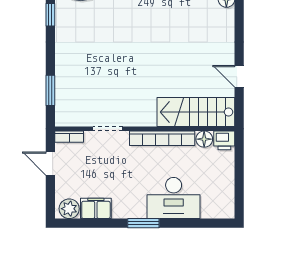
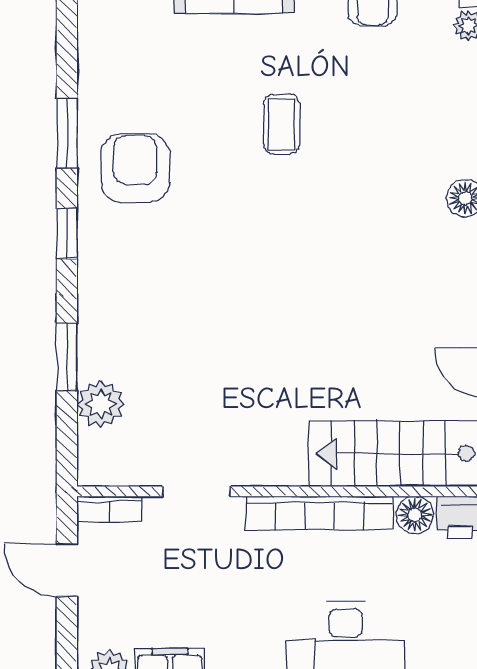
window: (50, 90) -> (67, 357), moved
plant: (65, 90) -> (100, 404), added

